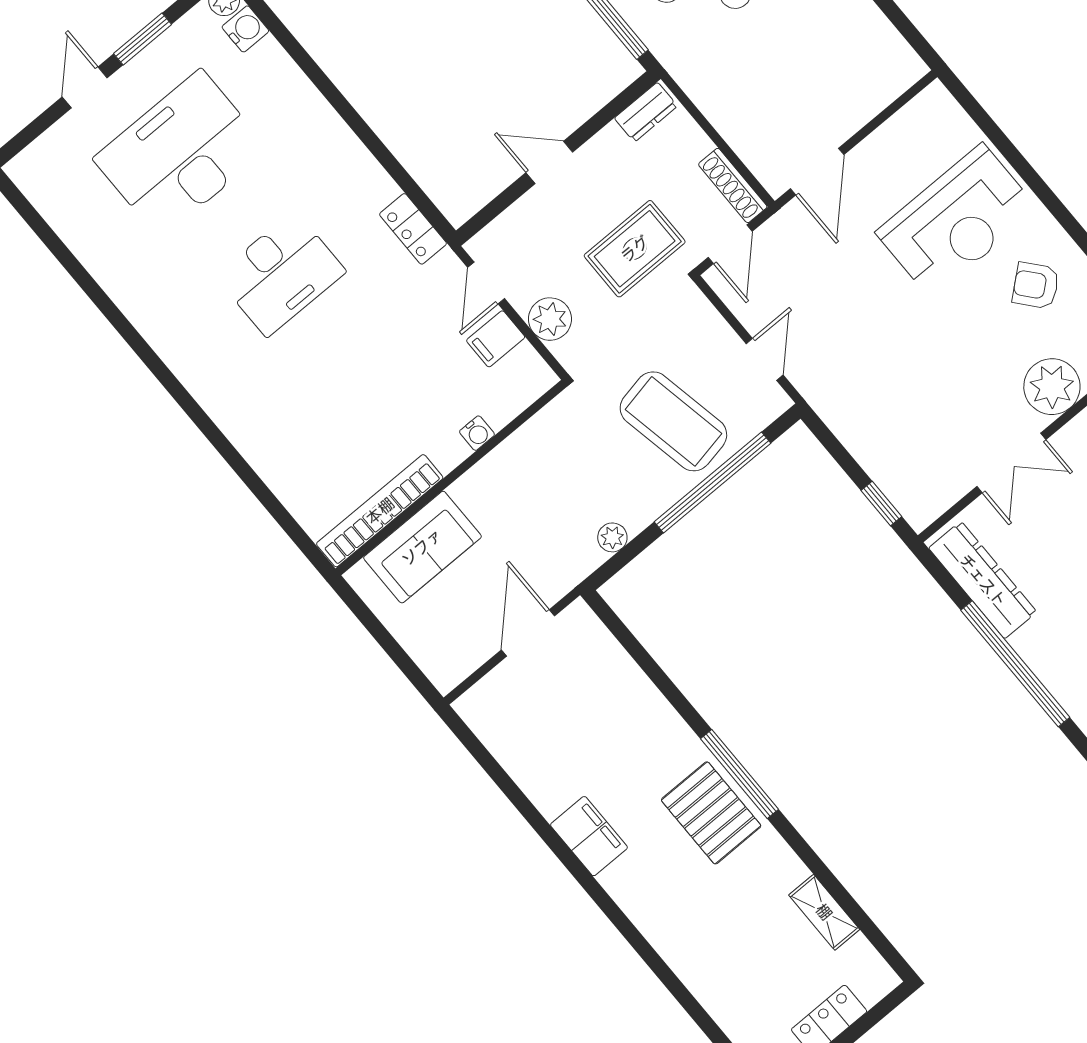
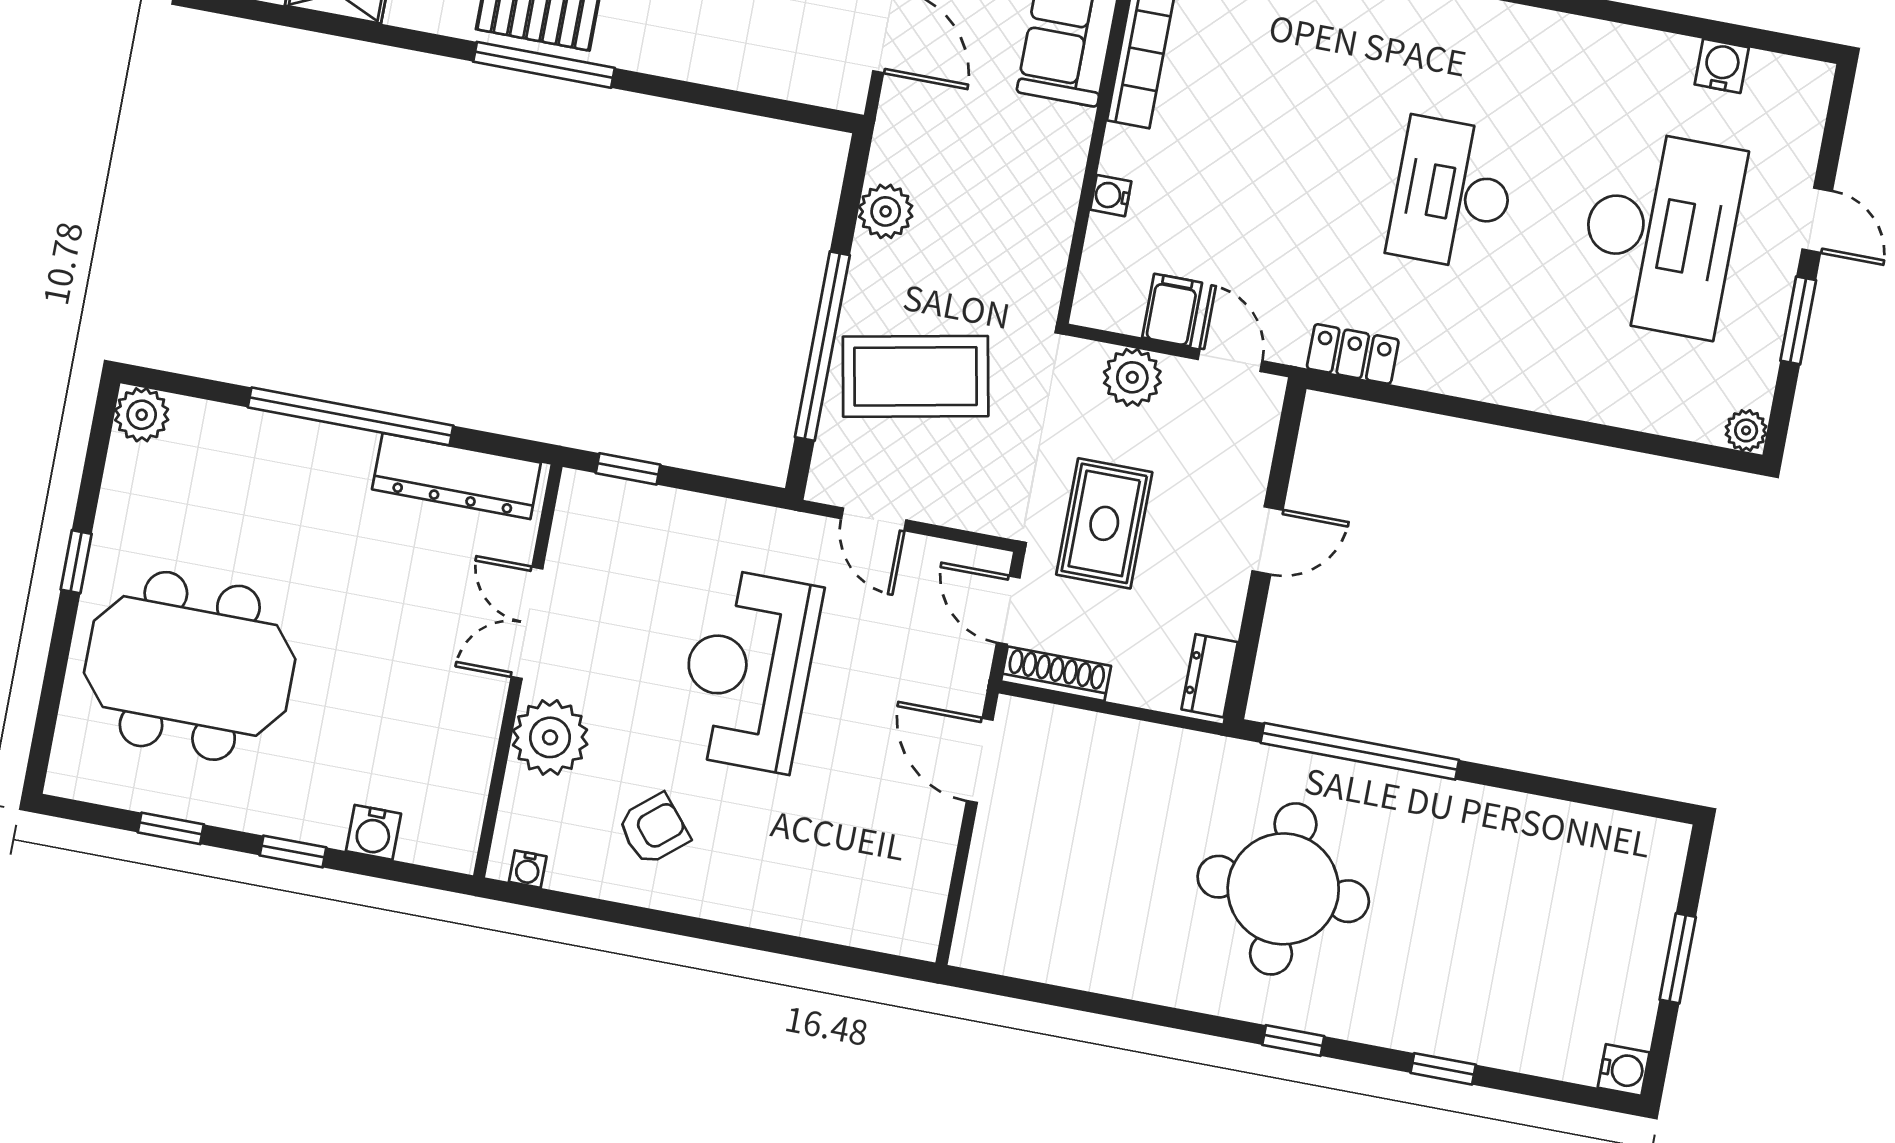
water cooler: (245, 29) -> (1722, 66), moved, turned 180
reception desk: (957, 221) -> (748, 670), moved
plant: (612, 537) -> (886, 211), width x1.38, depth x1.38

